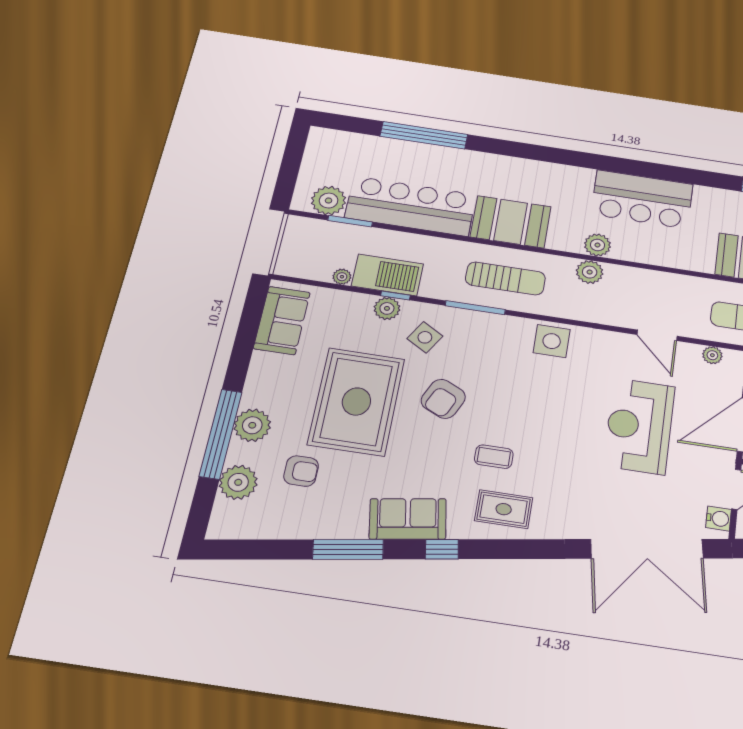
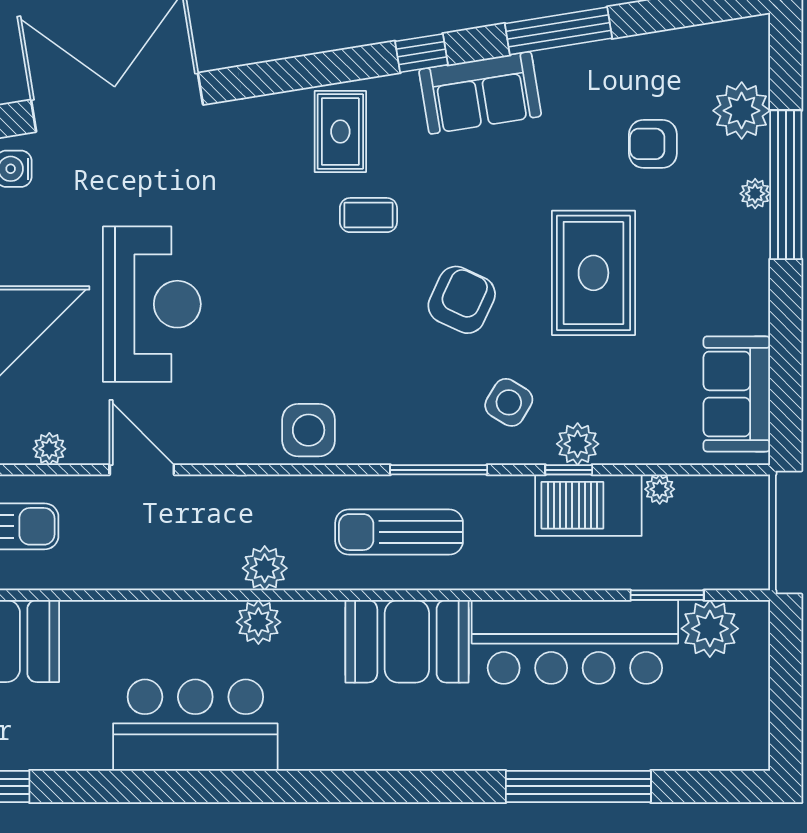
rug: (356, 401) -> (593, 273), width x0.73, depth x0.69
plant: (252, 425) -> (755, 194), width x0.53, depth x0.53
rug: (504, 509) -> (340, 131), turned 90

